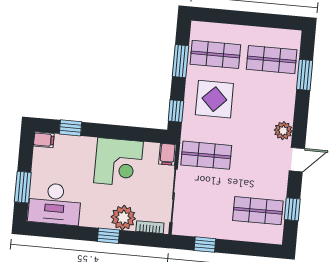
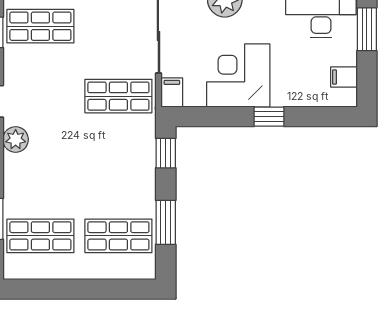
display table: (214, 99) -> (114, 174), removed
window: (70, 128) -> (269, 117), moved
filing cabinet: (44, 140) -> (344, 77), moved

